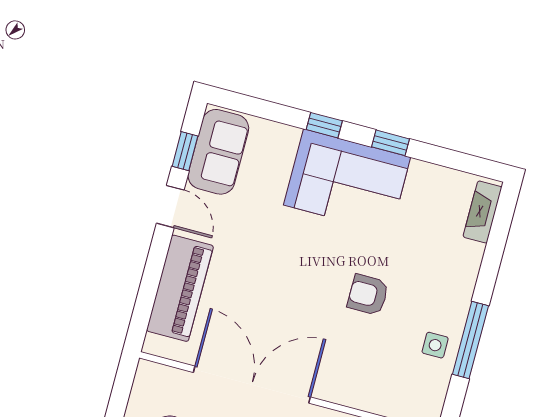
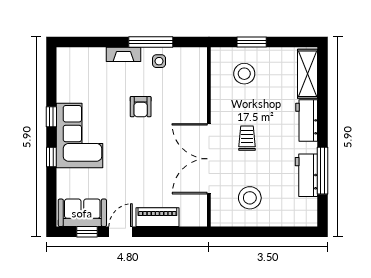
fireplace: (483, 212) -> (124, 54), moved
piano: (180, 288) -> (157, 217), width x0.73, depth x0.75

